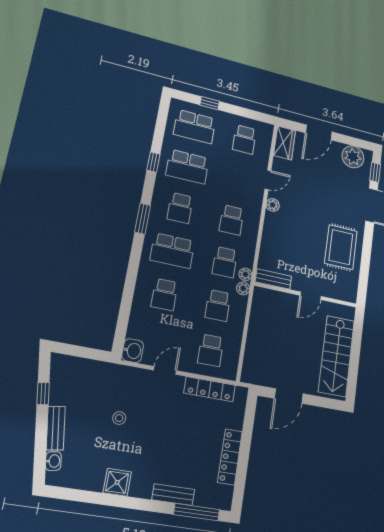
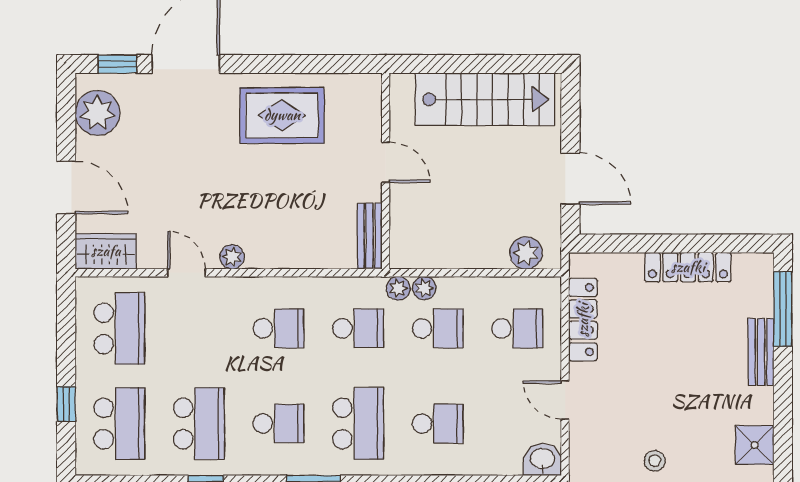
school desk: (244, 139) -> (119, 328), width x1.85
plant: (245, 274) -> (424, 288), moved
plant: (252, 363) -> (526, 253), added

